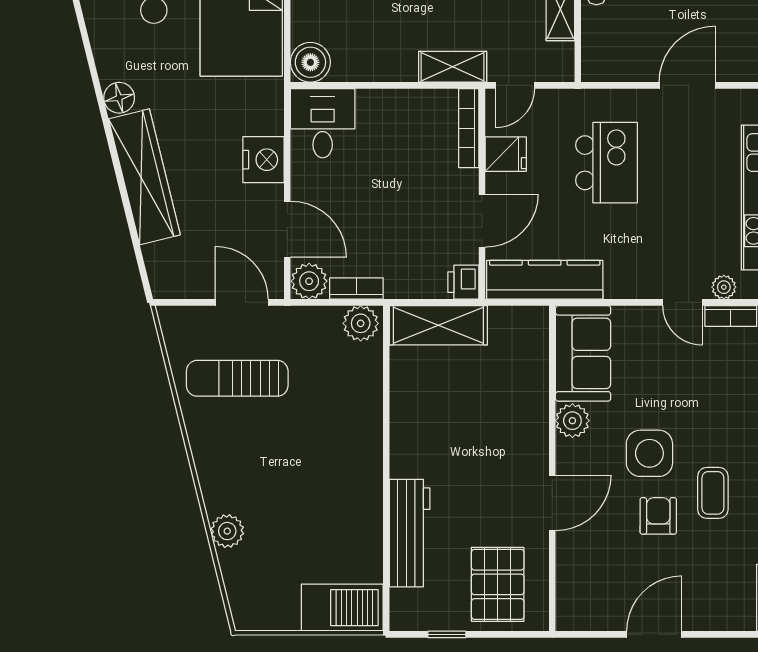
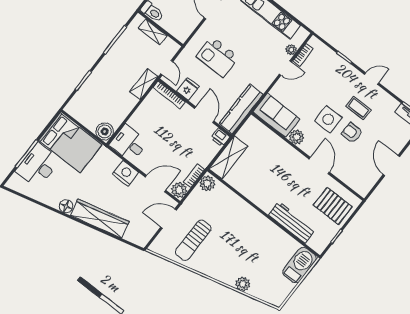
kitchen island: (606, 163) -> (217, 57), turned 180

